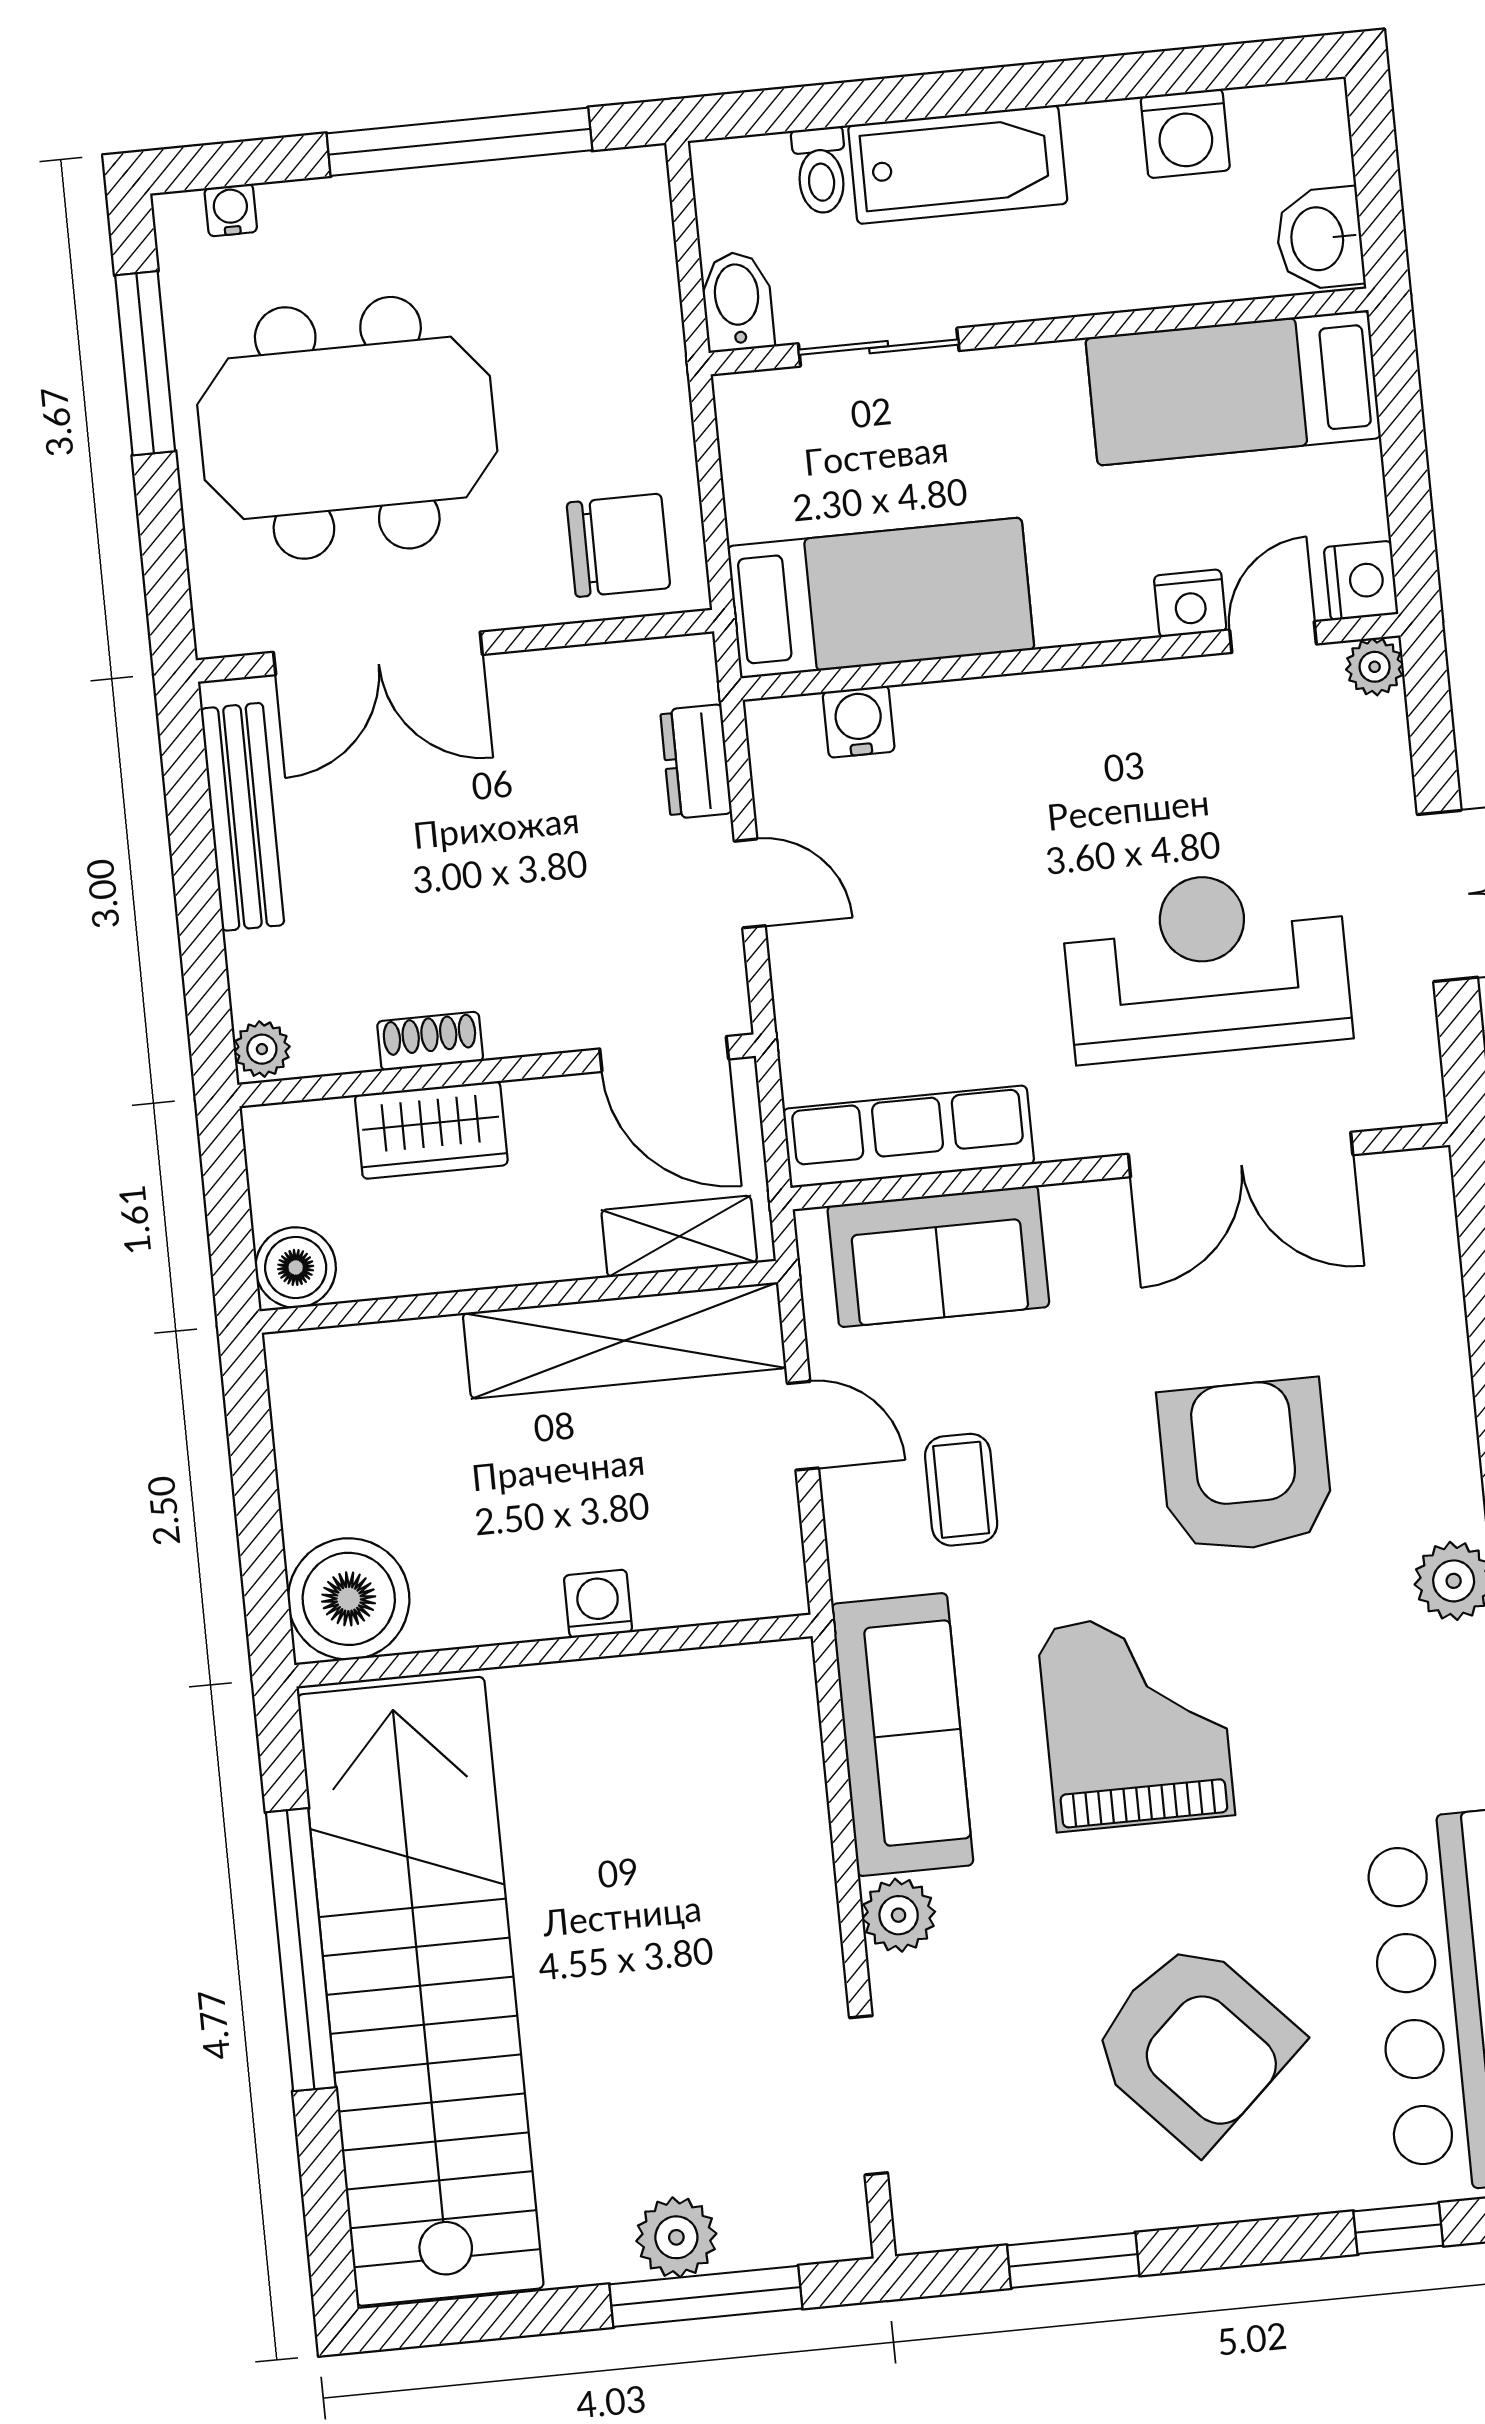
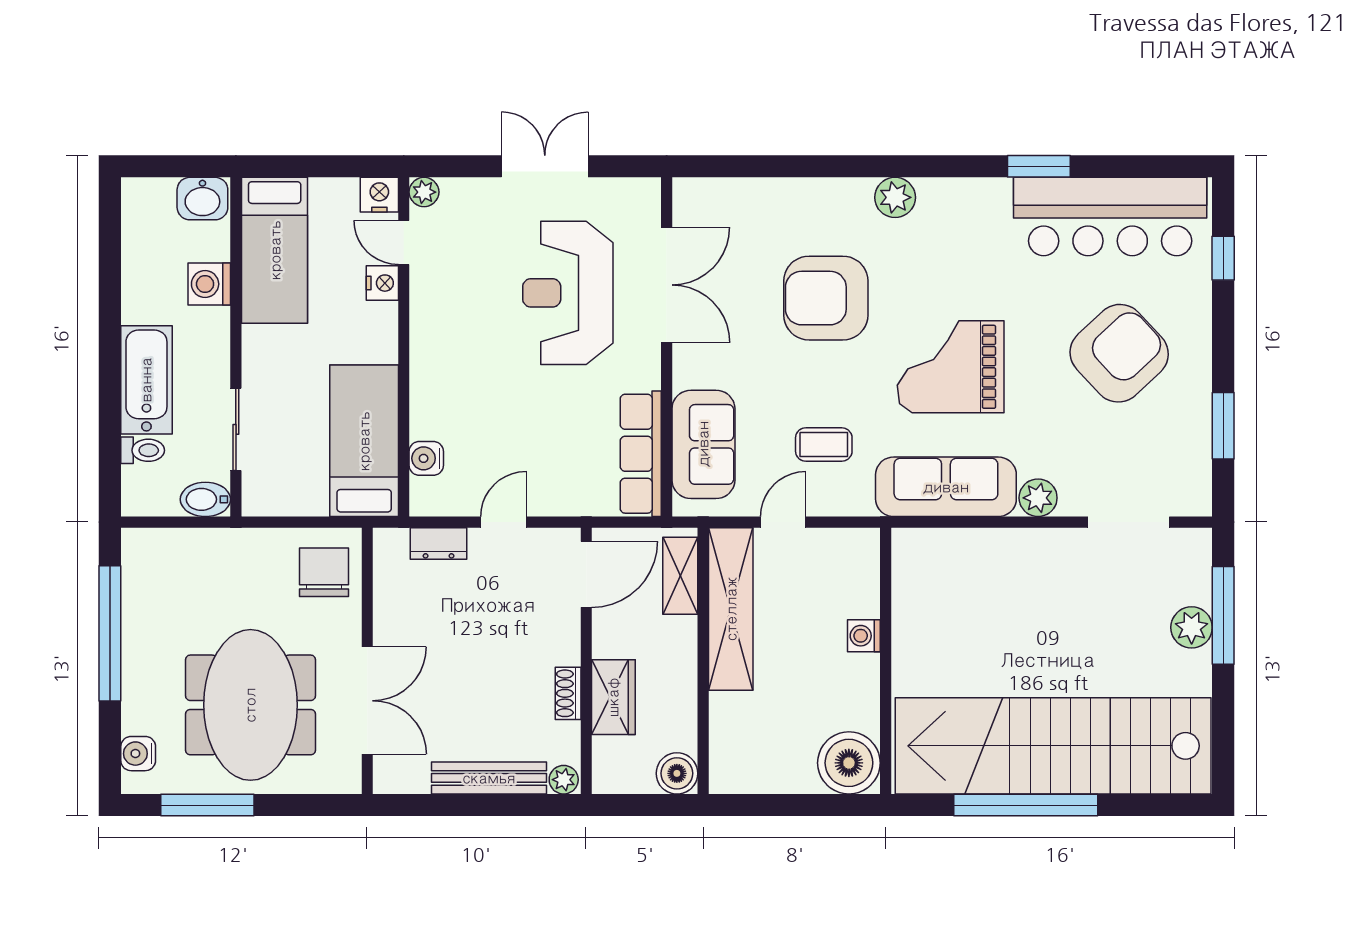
washing machine: (1185, 133) -> (209, 284), moved, turned 180
water cooler: (231, 210) -> (138, 754), width x1.38, depth x1.38
bench: (242, 817) -> (489, 778), moved

